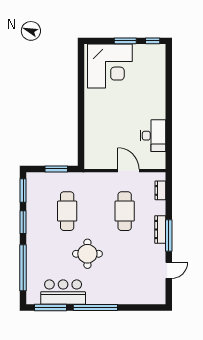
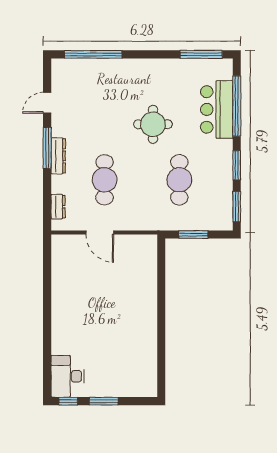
corner desk: (110, 66) -> (124, 368), removed
desk: (153, 136) -> (68, 376), moved
bar counter: (63, 292) -> (217, 109), moved, turned 90
window: (95, 308) -> (93, 54), moved

